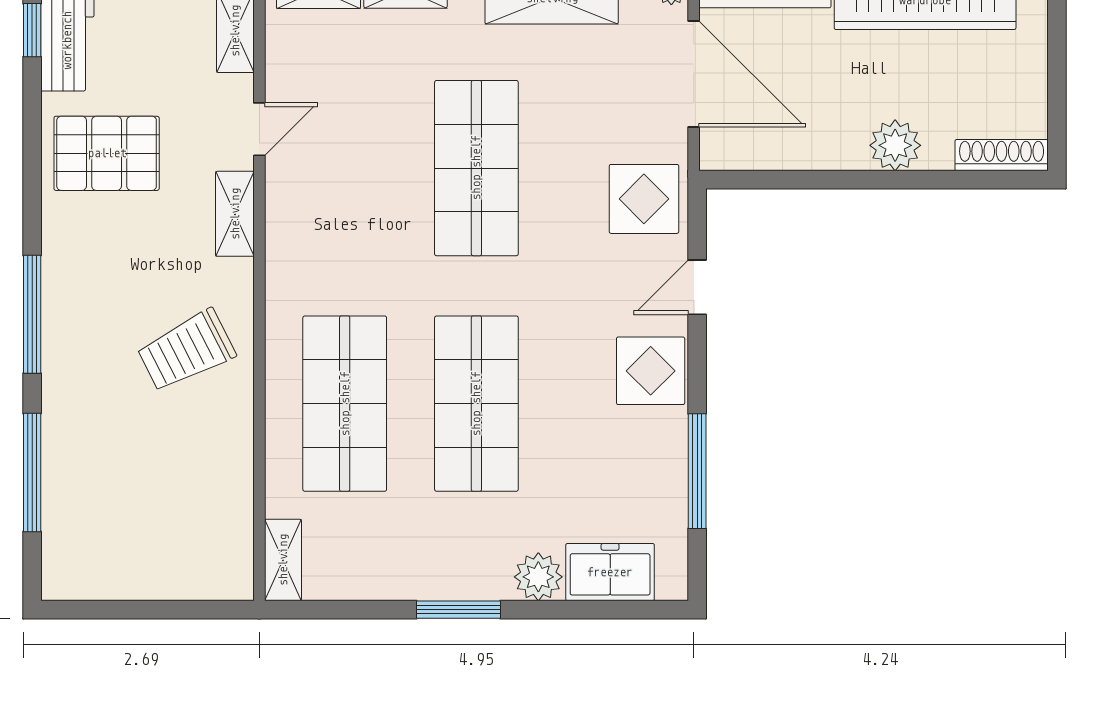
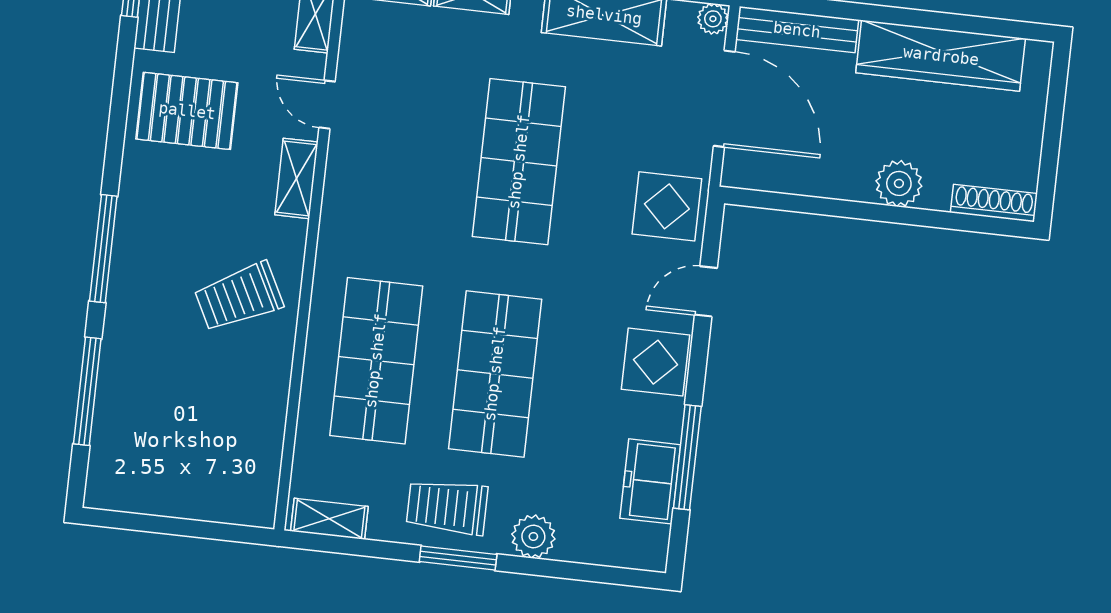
door: (259, 129) -> (327, 105), swing flipped
trolley: (440, 555) -> (447, 507), added
shelving: (283, 560) -> (329, 519), moved, turned 90
freezer: (610, 572) -> (650, 481), moved, turned -90

